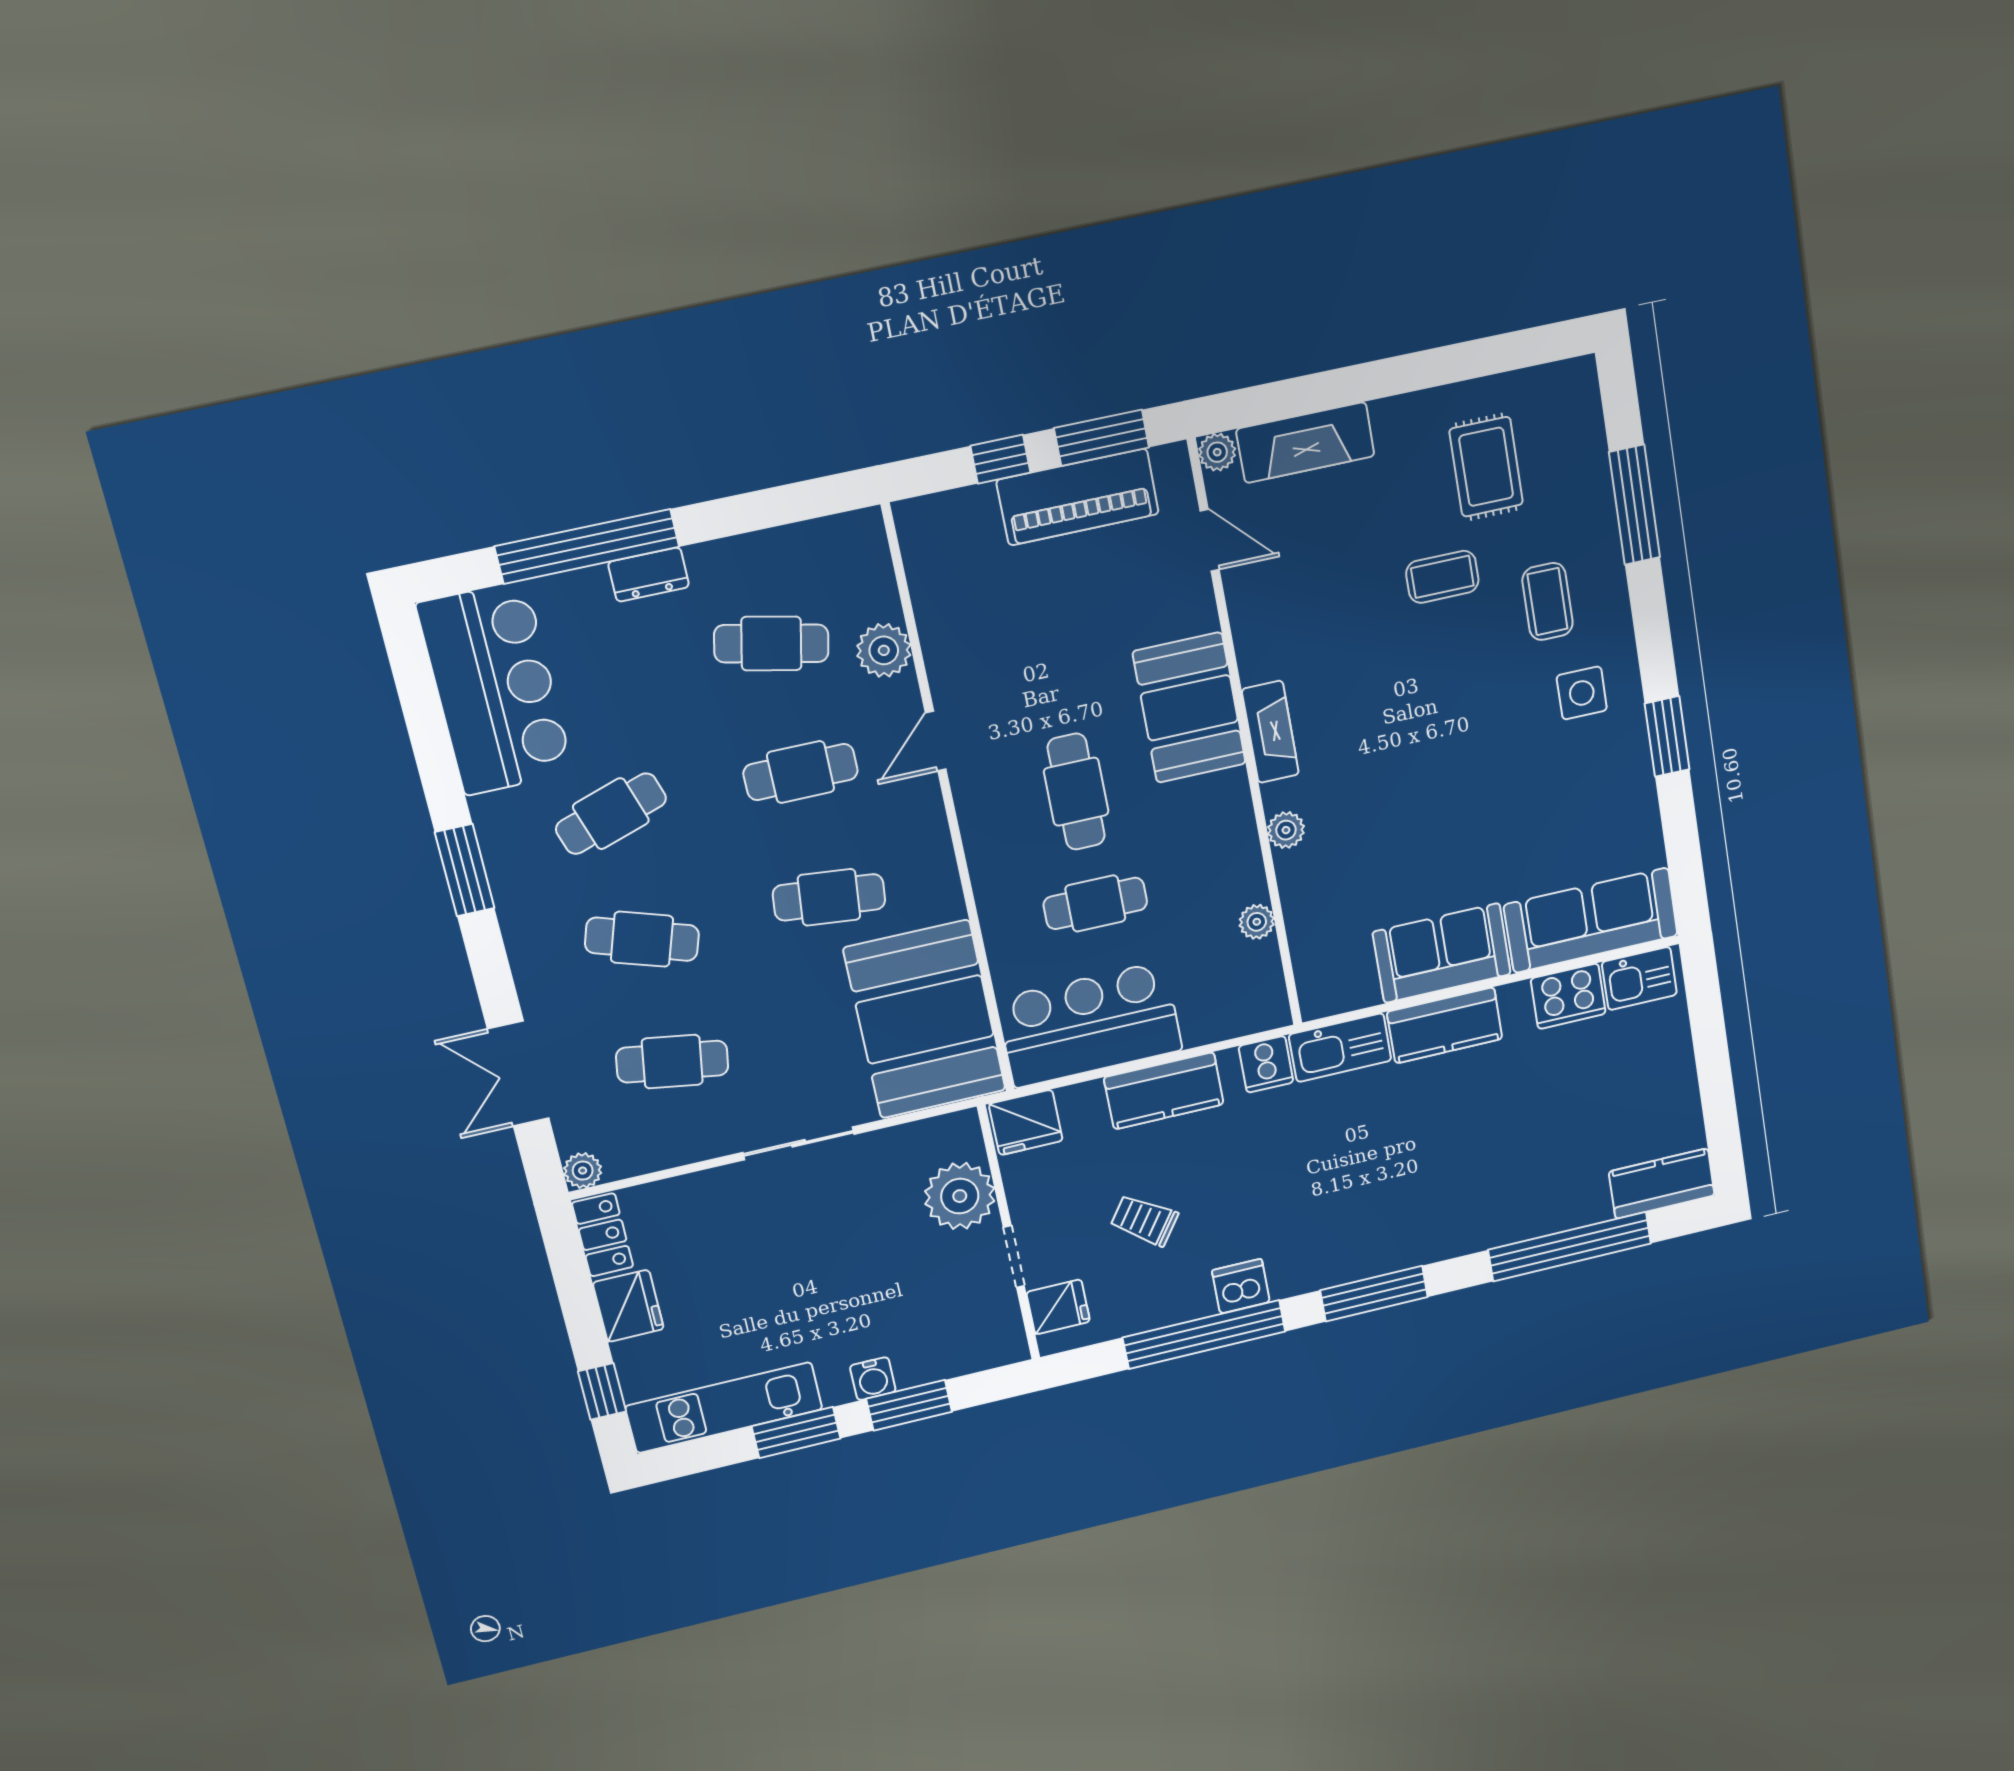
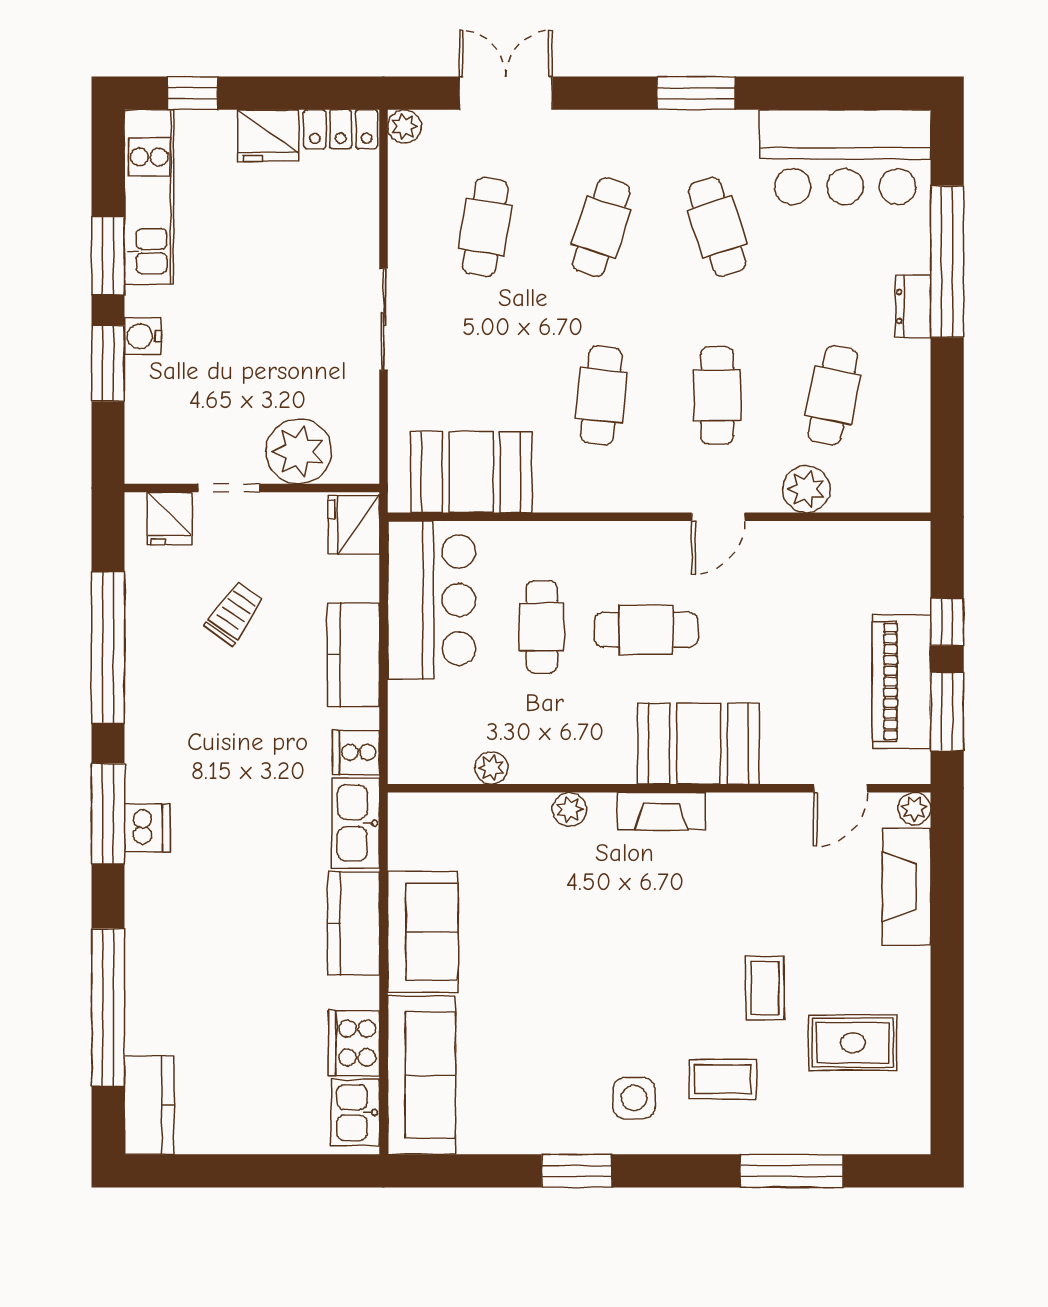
door: (936, 741) -> (718, 517), swing flipped
booth: (925, 1019) -> (471, 472), width x0.73, depth x0.70
dishwasher: (1241, 1286) -> (147, 827), moved

